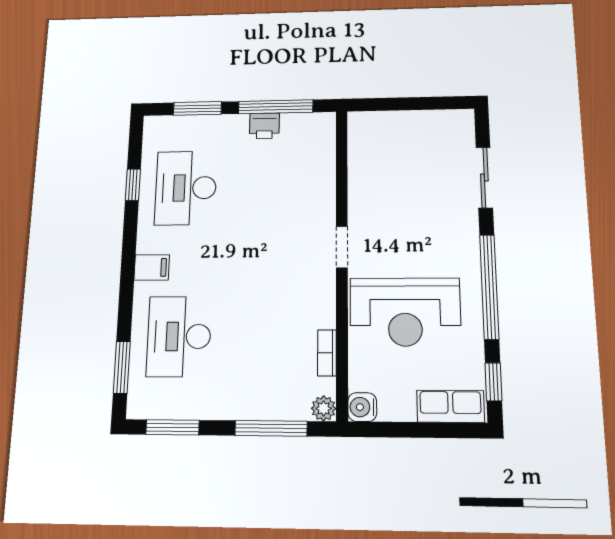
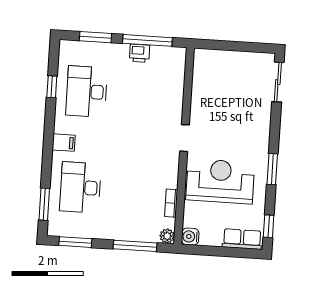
sliding door: (484, 177) -> (278, 82), moved
window: (489, 287) -> (272, 169), width x0.47
reception desk: (405, 312) -> (220, 181), turned 180

